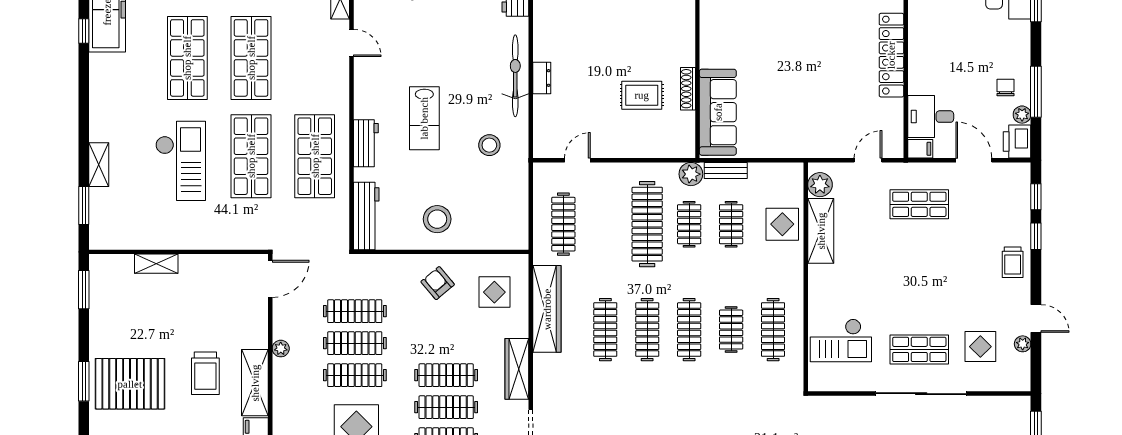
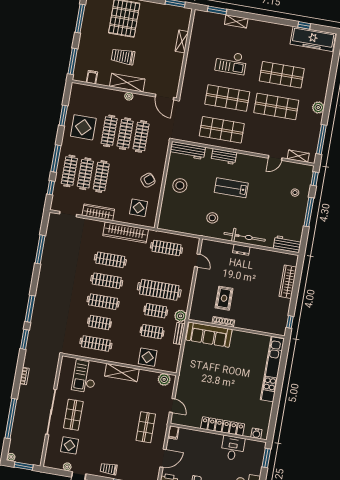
desk: (931, 117) -> (233, 448), moved
checkout: (181, 161) -> (231, 62), width x0.73, depth x0.83
shelving: (821, 231) -> (122, 372), moved
shelving: (255, 383) -> (127, 83), moved

